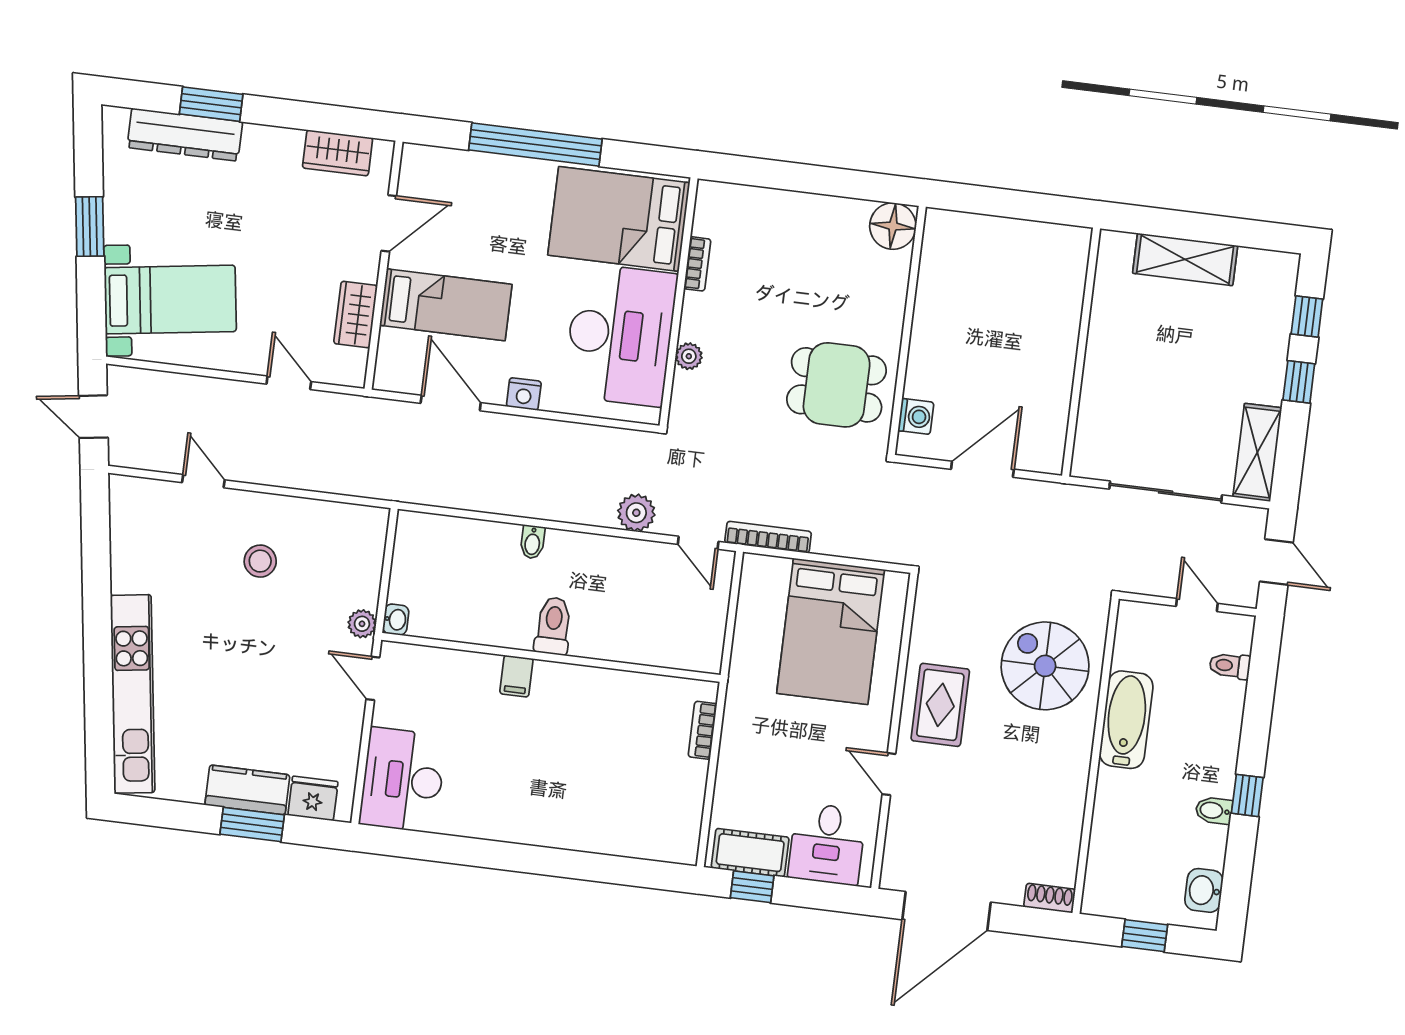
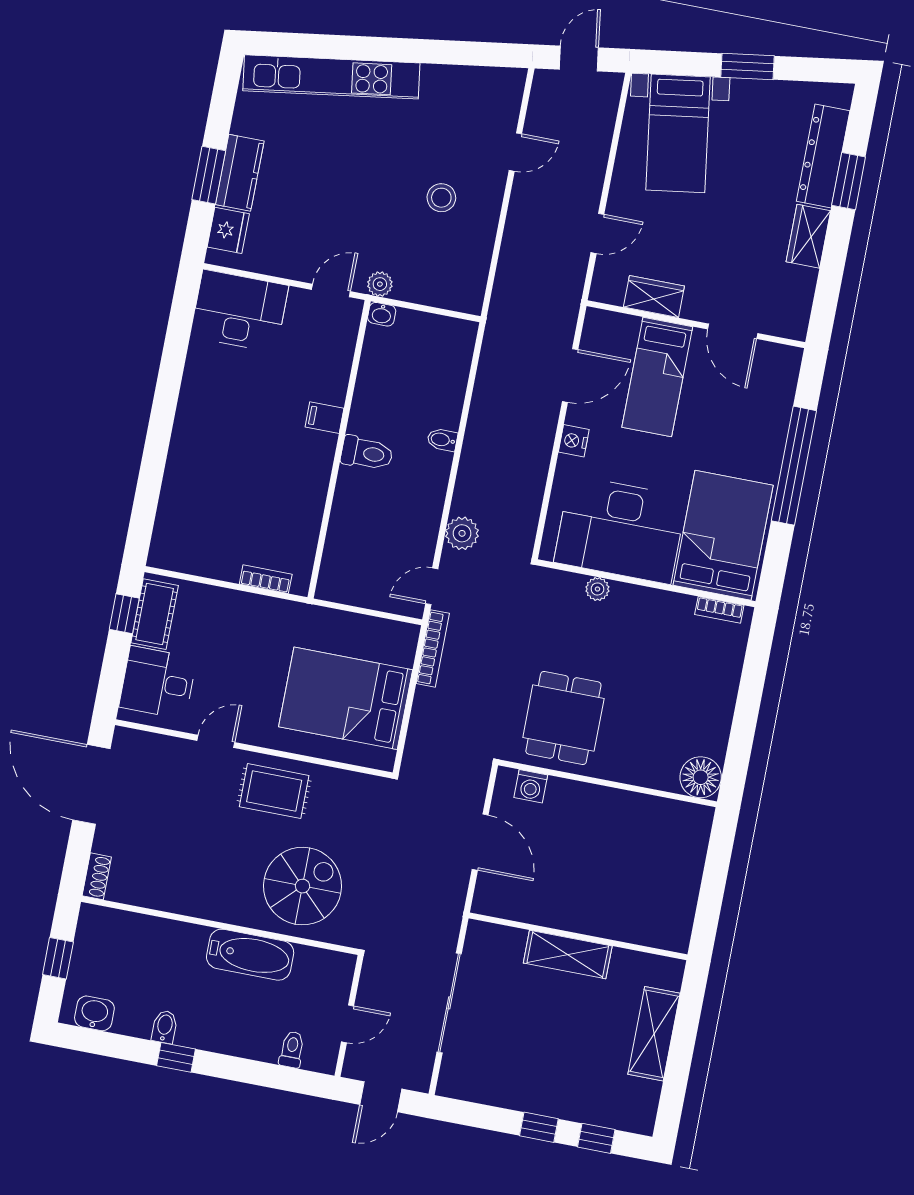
wardrobe: (338, 153) -> (808, 236), moved
bookcase: (697, 264) -> (719, 610), moved
shelving: (1257, 452) -> (568, 955), moved

